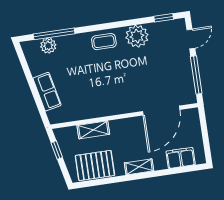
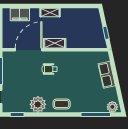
plant: (48, 46) -> (112, 107), moved
wheelchair: (128, 88) -> (50, 69), added
shelving: (93, 130) -> (55, 43), moved
pallet: (95, 165) -> (81, 18), removed

